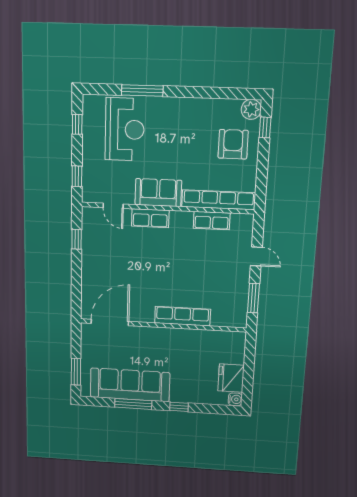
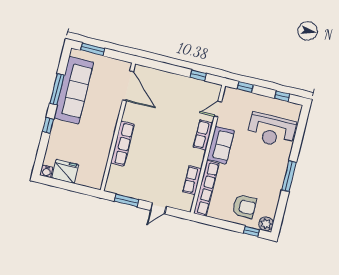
window: (142, 91) -> (289, 176), moved

